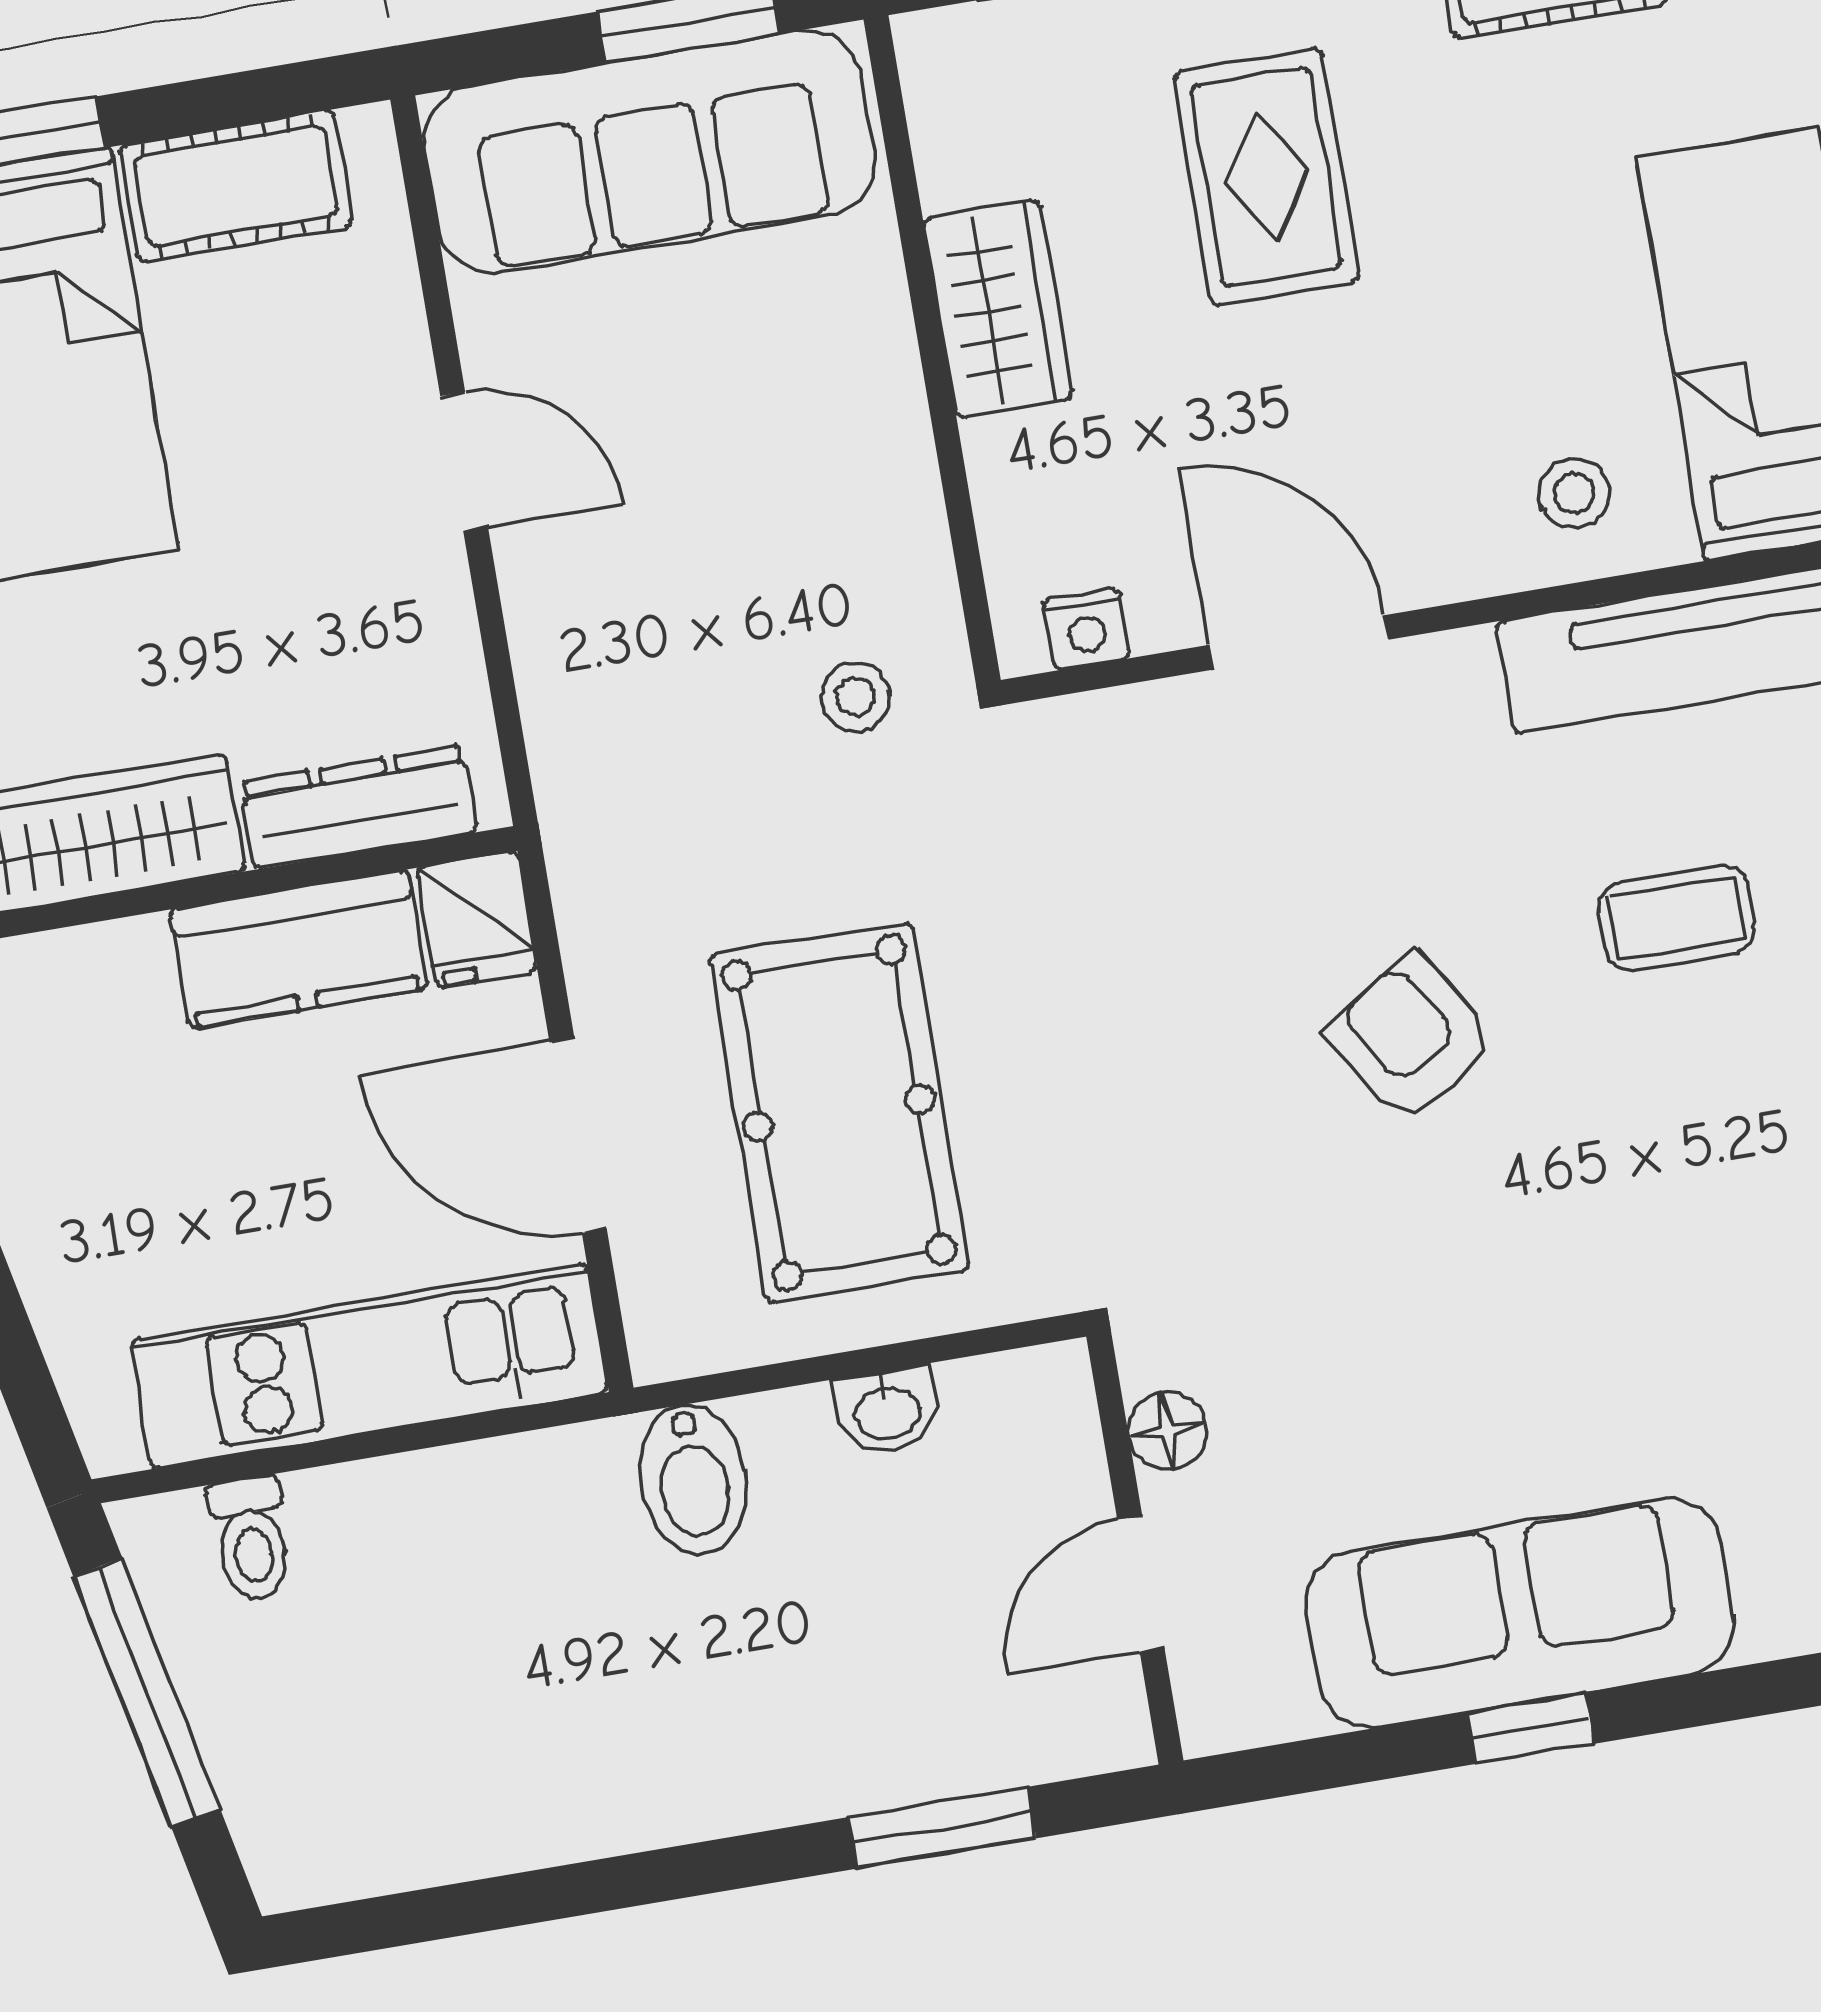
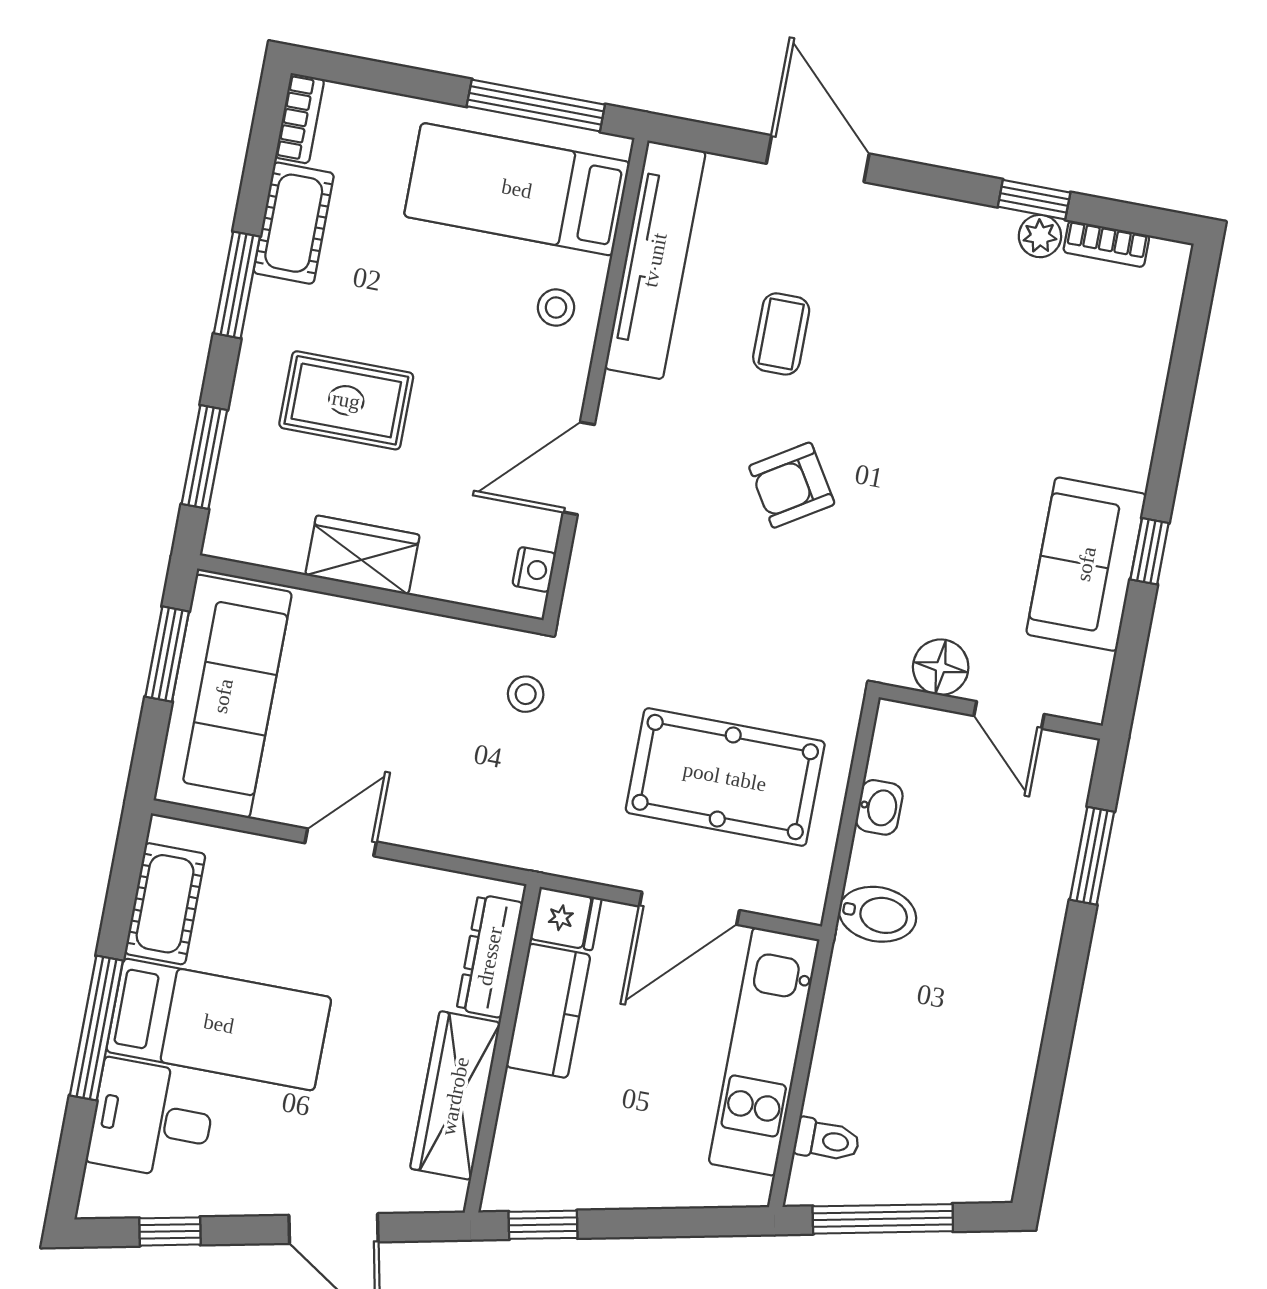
floor lamp: (1167, 1431) -> (941, 667), width x1.37, depth x1.37
sofa: (1520, 1613) -> (1086, 564), width x0.73

